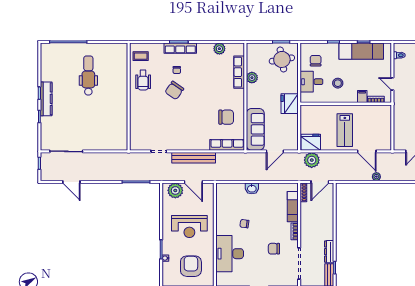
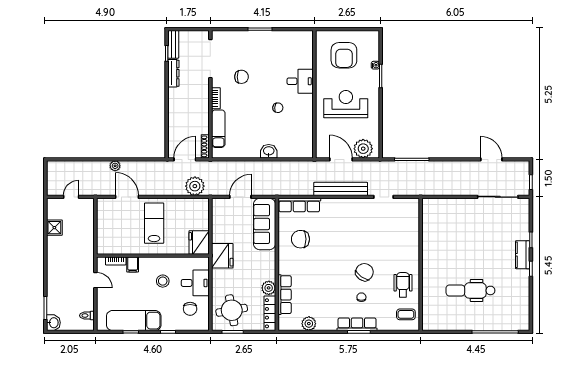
locker: (251, 57) -> (270, 313), added
dental chair: (88, 76) -> (470, 290), turned 90
kitchen counter: (46, 99) -> (523, 255), width x0.67
fridge: (311, 142) -> (199, 242), moved, turned 90
desk: (230, 254) -> (300, 81), width x0.53, depth x0.77

